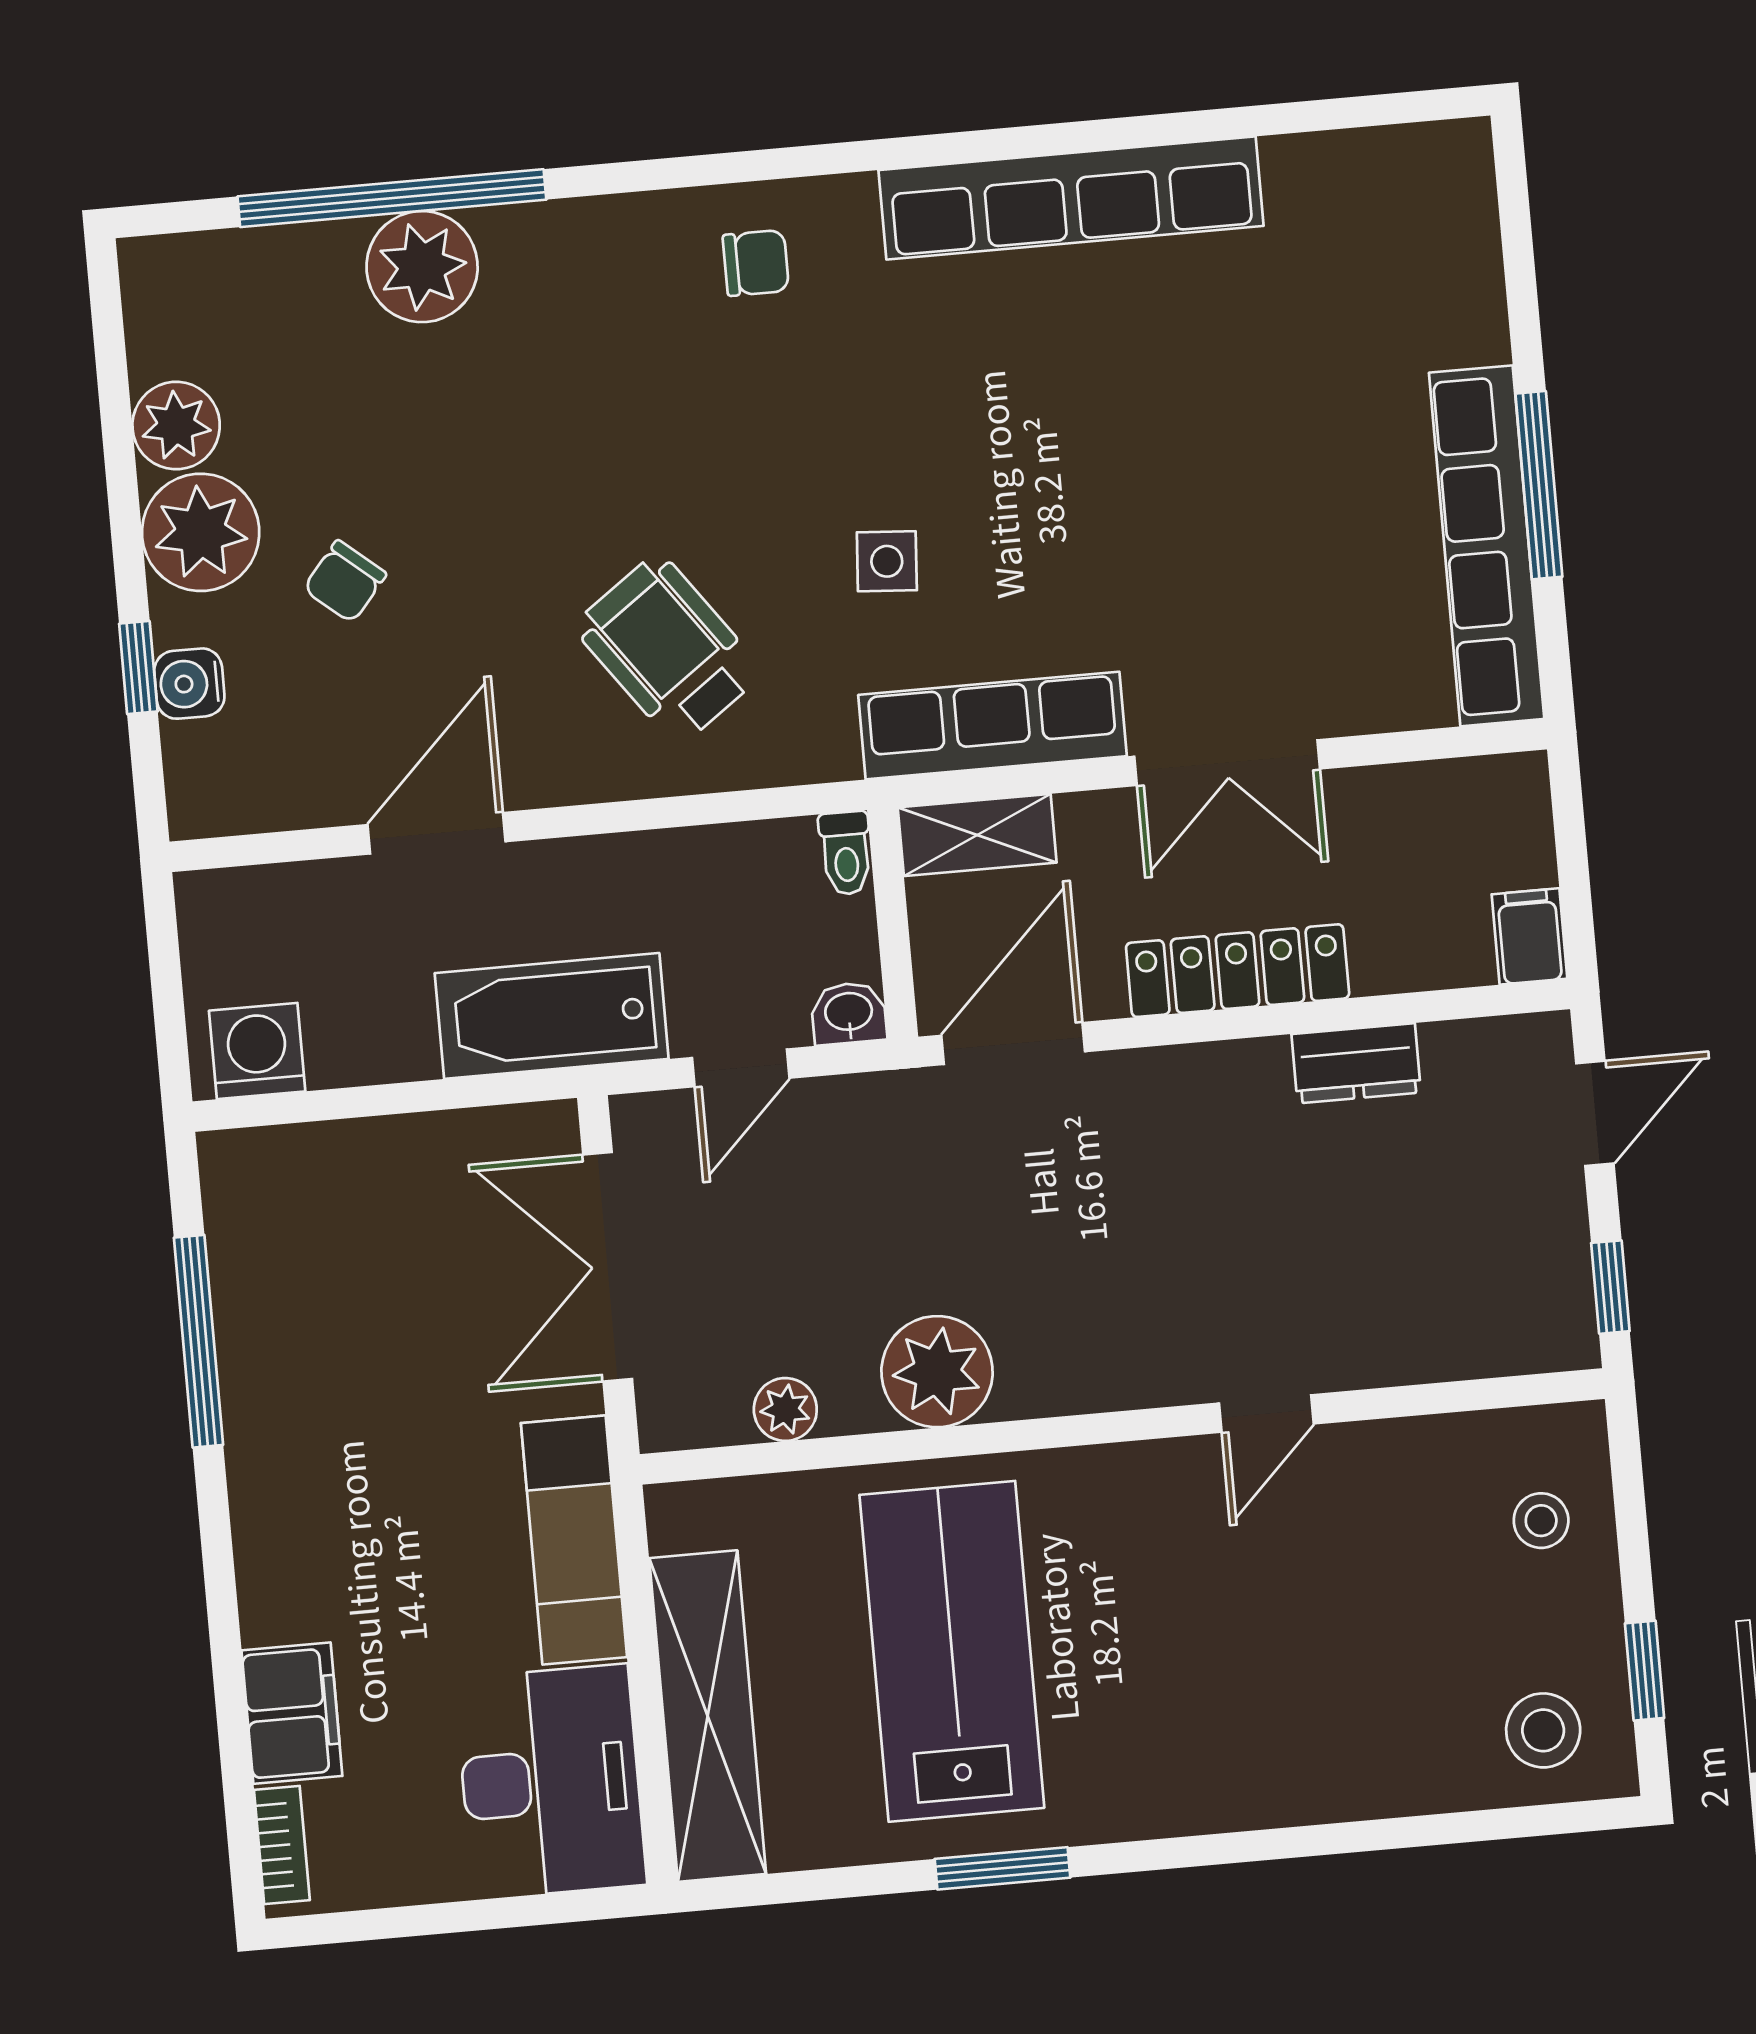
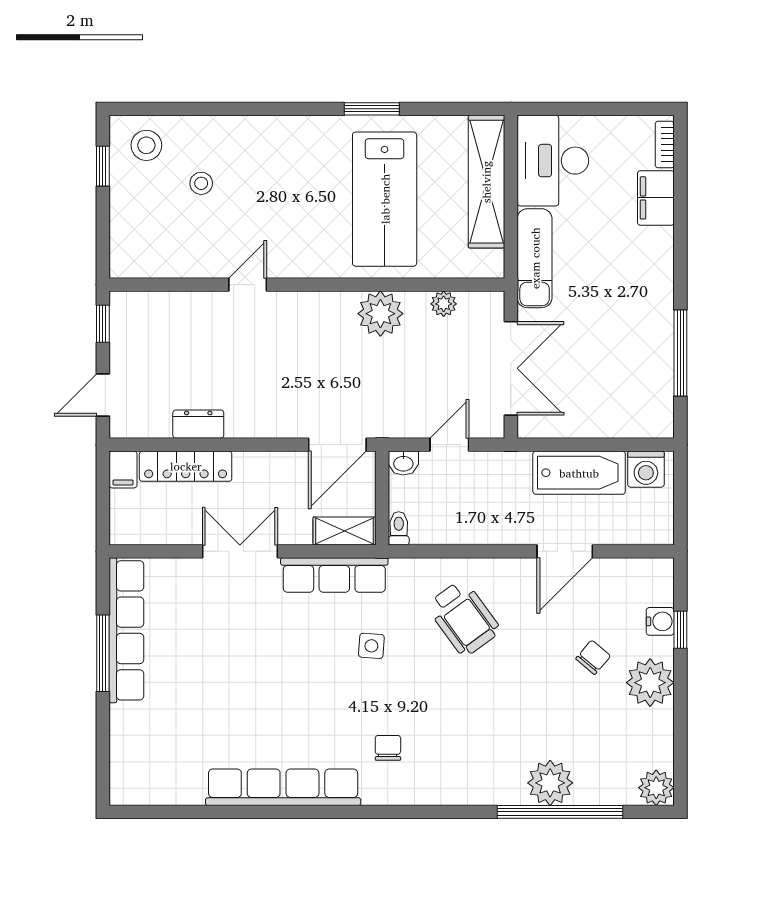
chair: (756, 263) -> (388, 748), moved, turned 90
plant: (176, 426) -> (656, 788), moved
locker: (1238, 971) -> (186, 466), moved
bathtub: (552, 1016) -> (579, 473), moved
stool: (1541, 1521) -> (201, 183), moved

